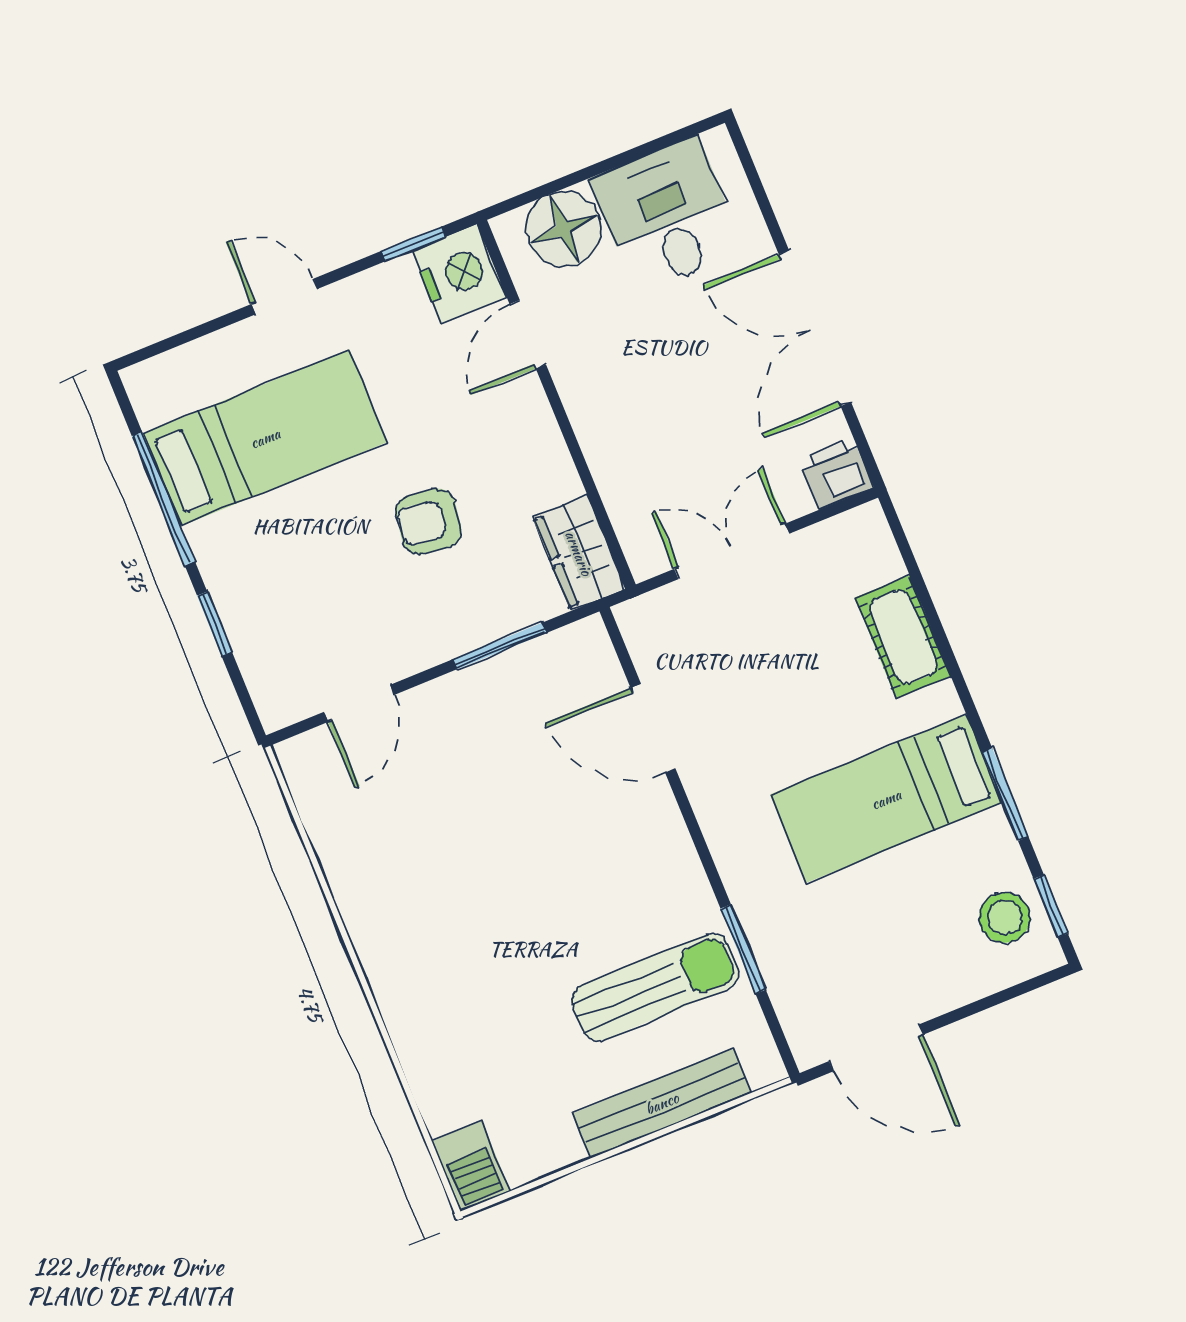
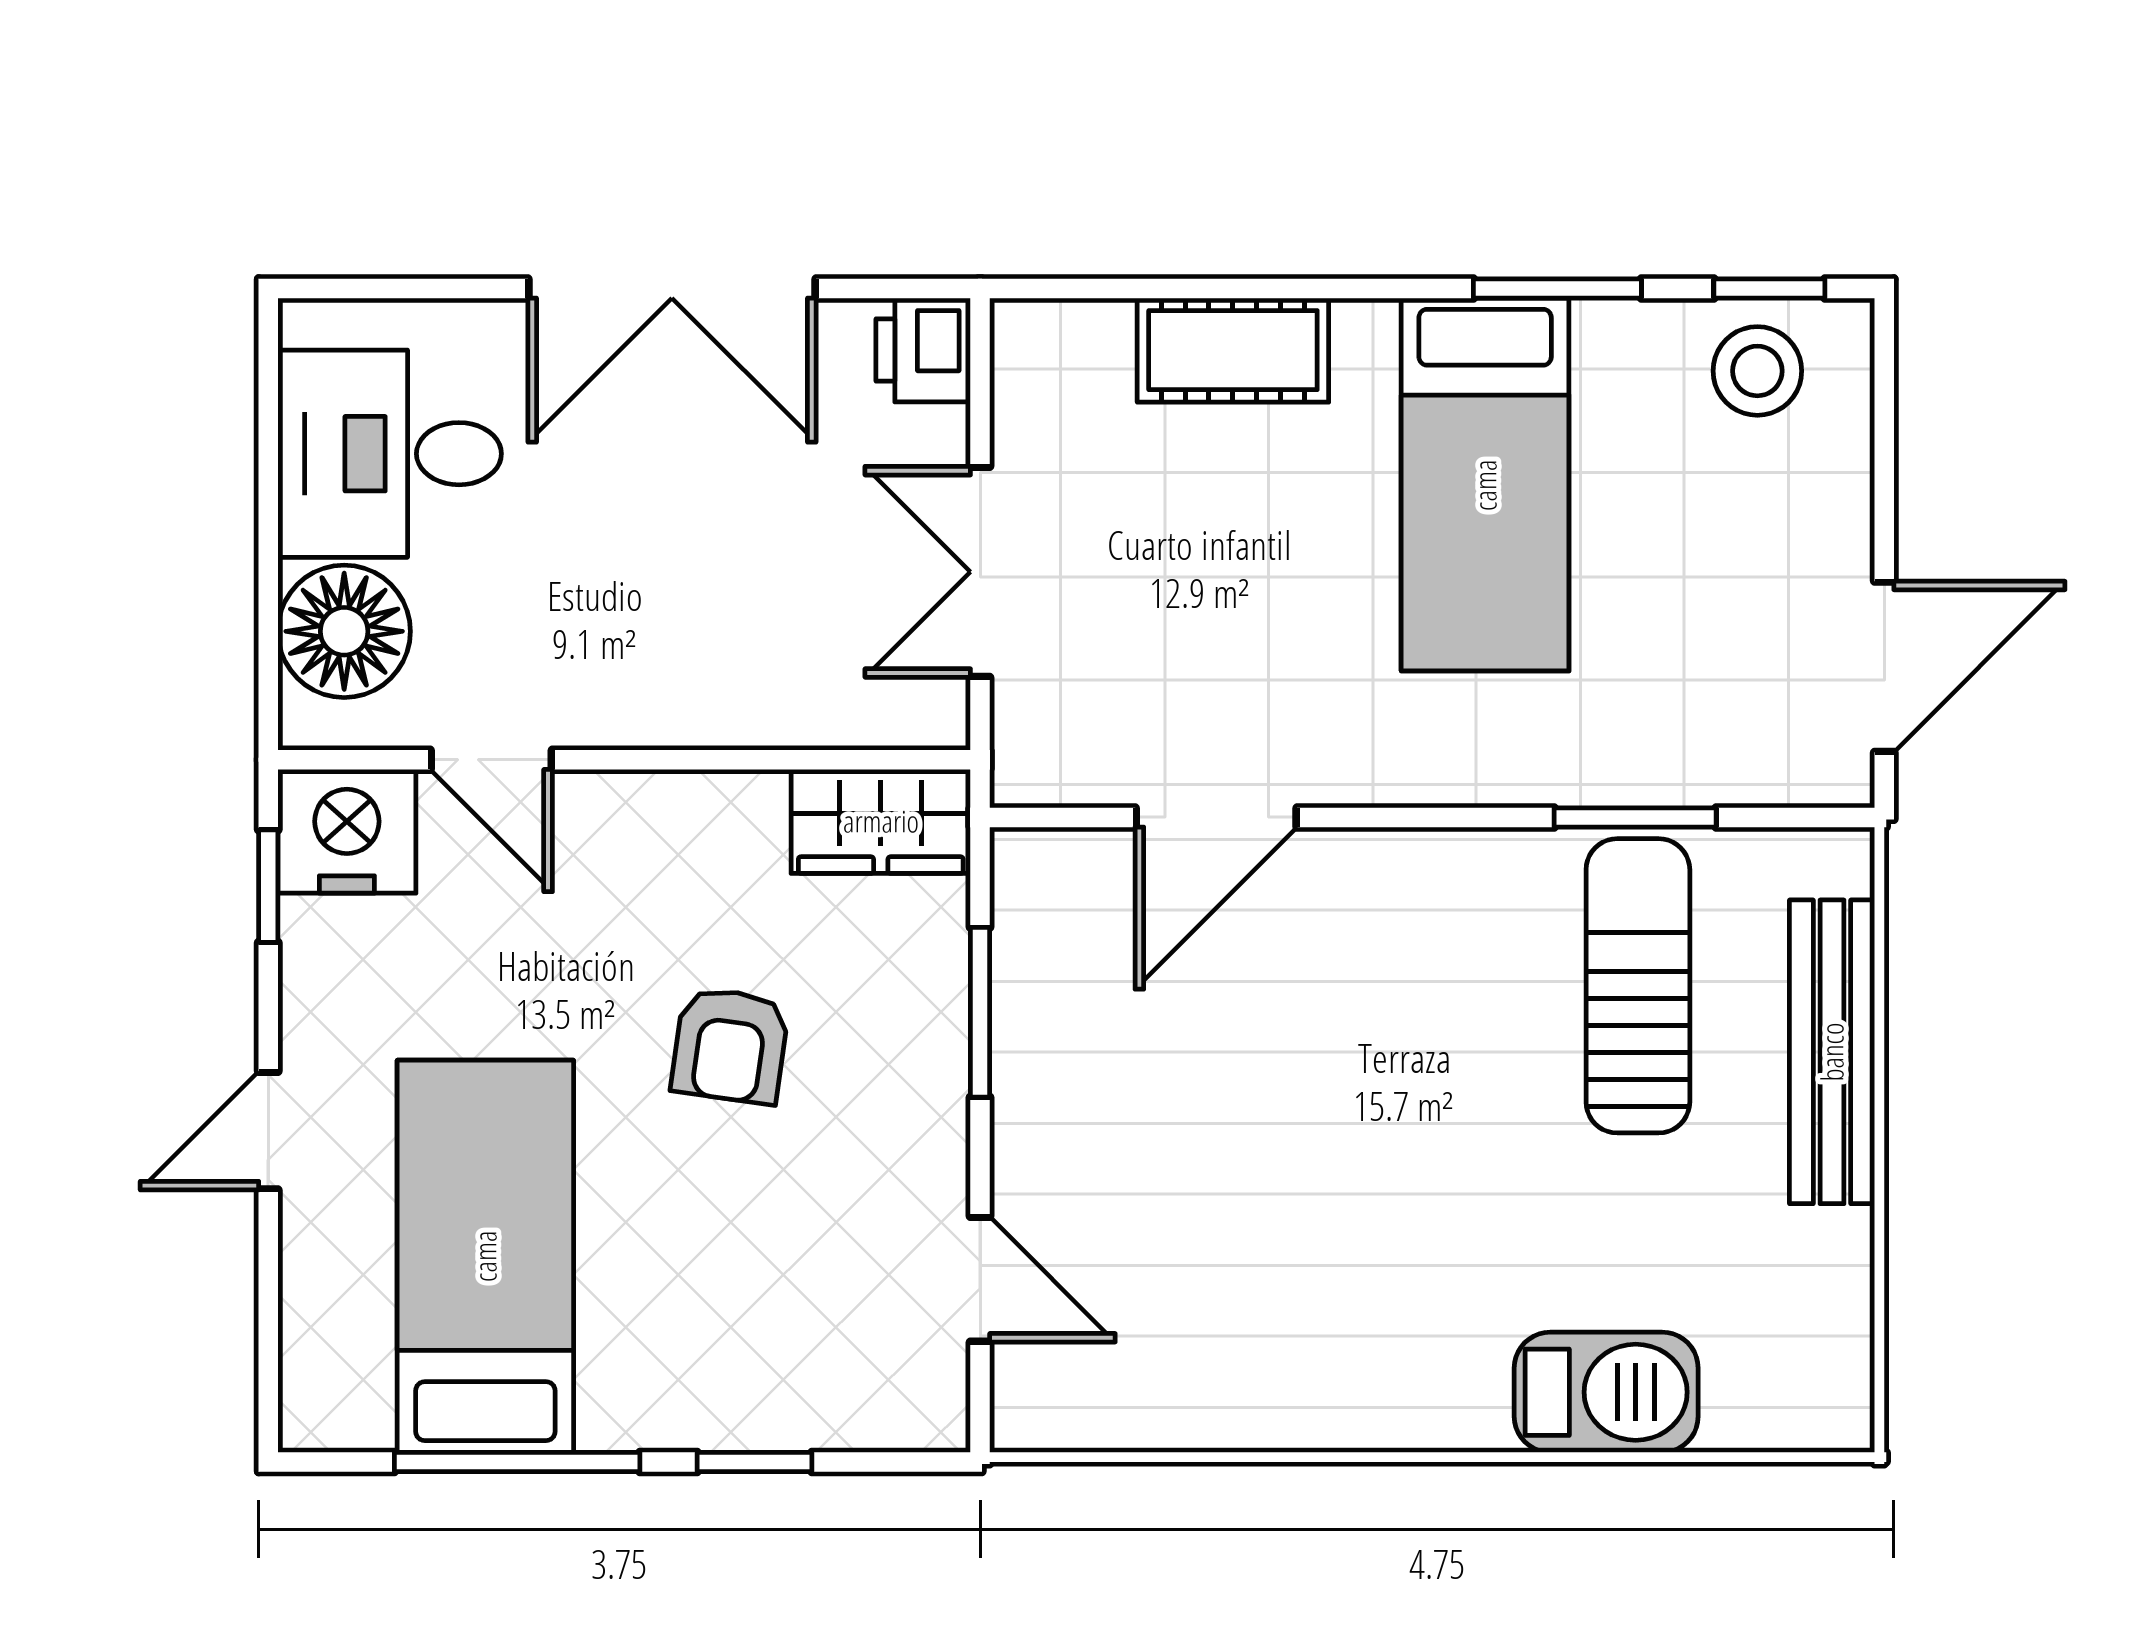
barbecue: (471, 1166) -> (1606, 1392), moved, width x1.38, depth x1.27

